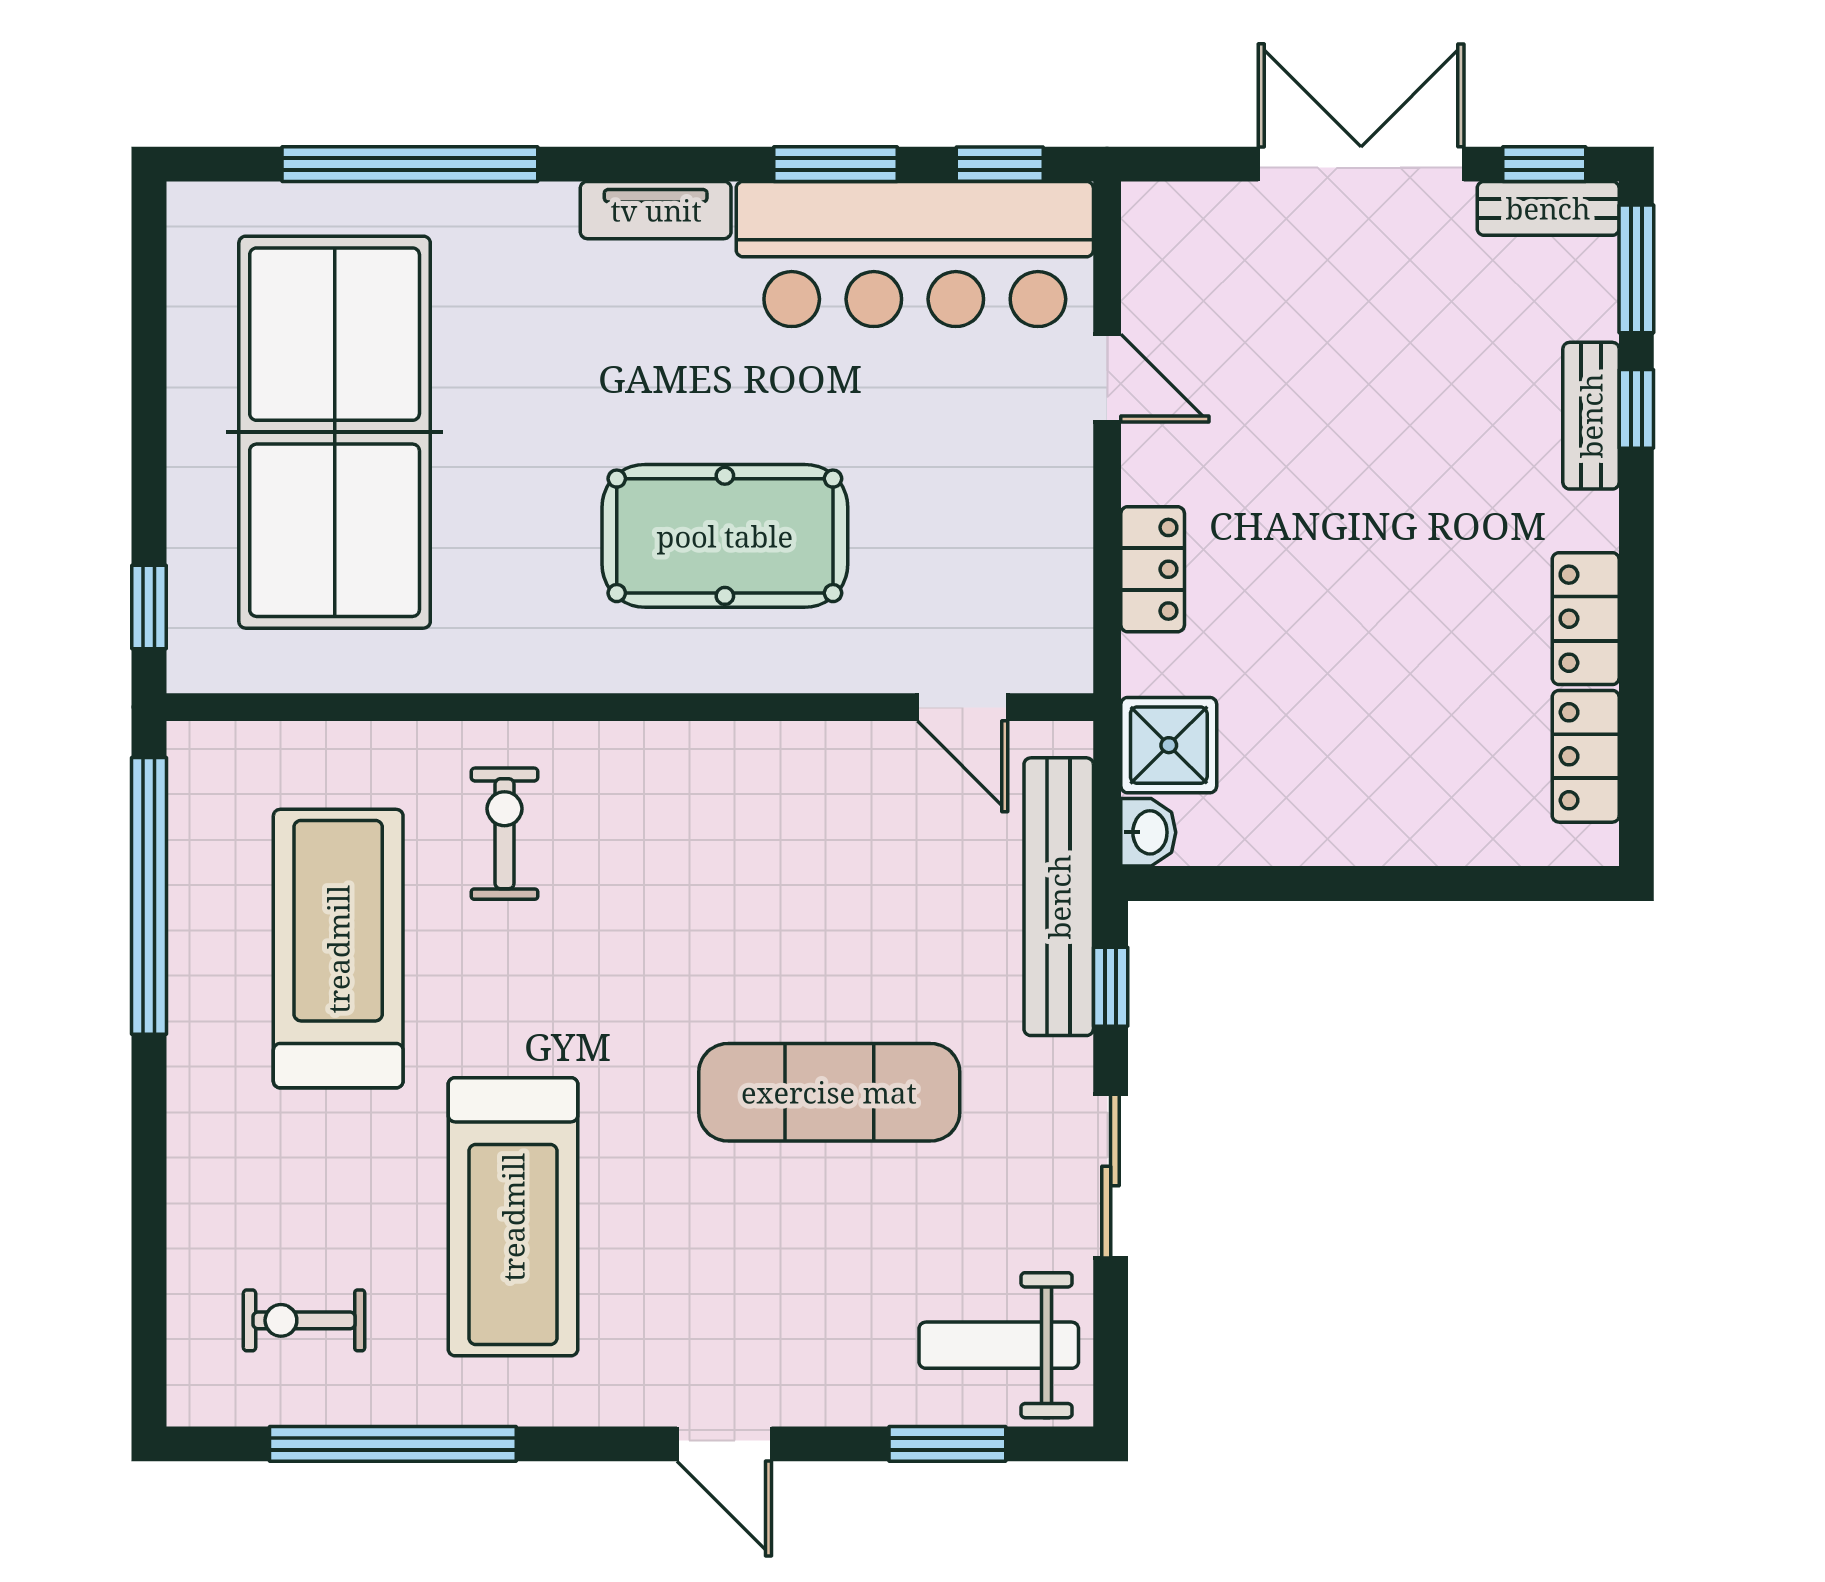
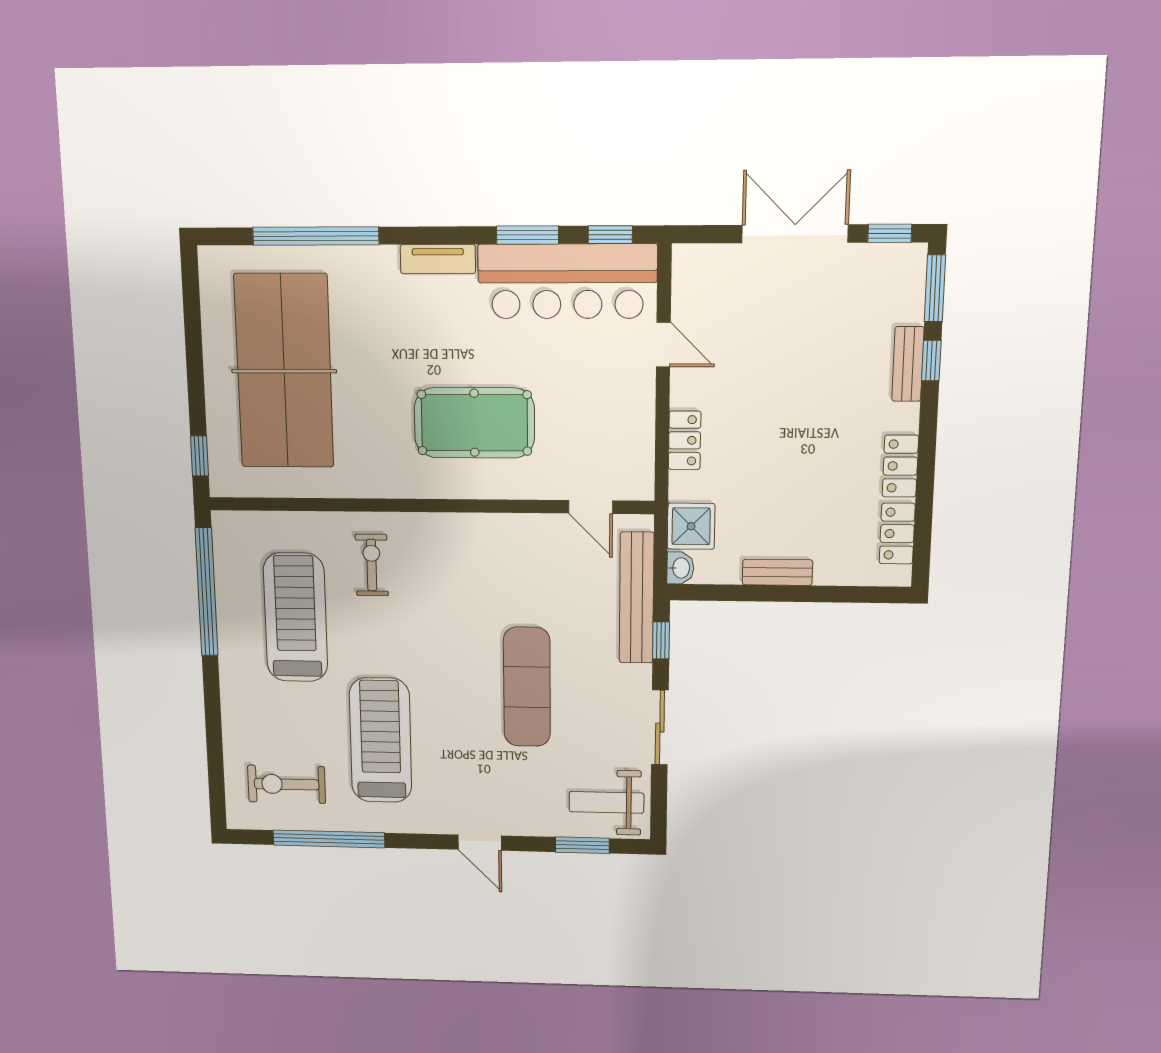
bench: (1548, 208) -> (777, 572), moved
exercise mat: (829, 1092) -> (527, 687), turned 90
treadmill: (513, 1217) -> (381, 740), turned 180
exercise bike: (304, 1320) -> (287, 784), width x1.38, depth x1.39

